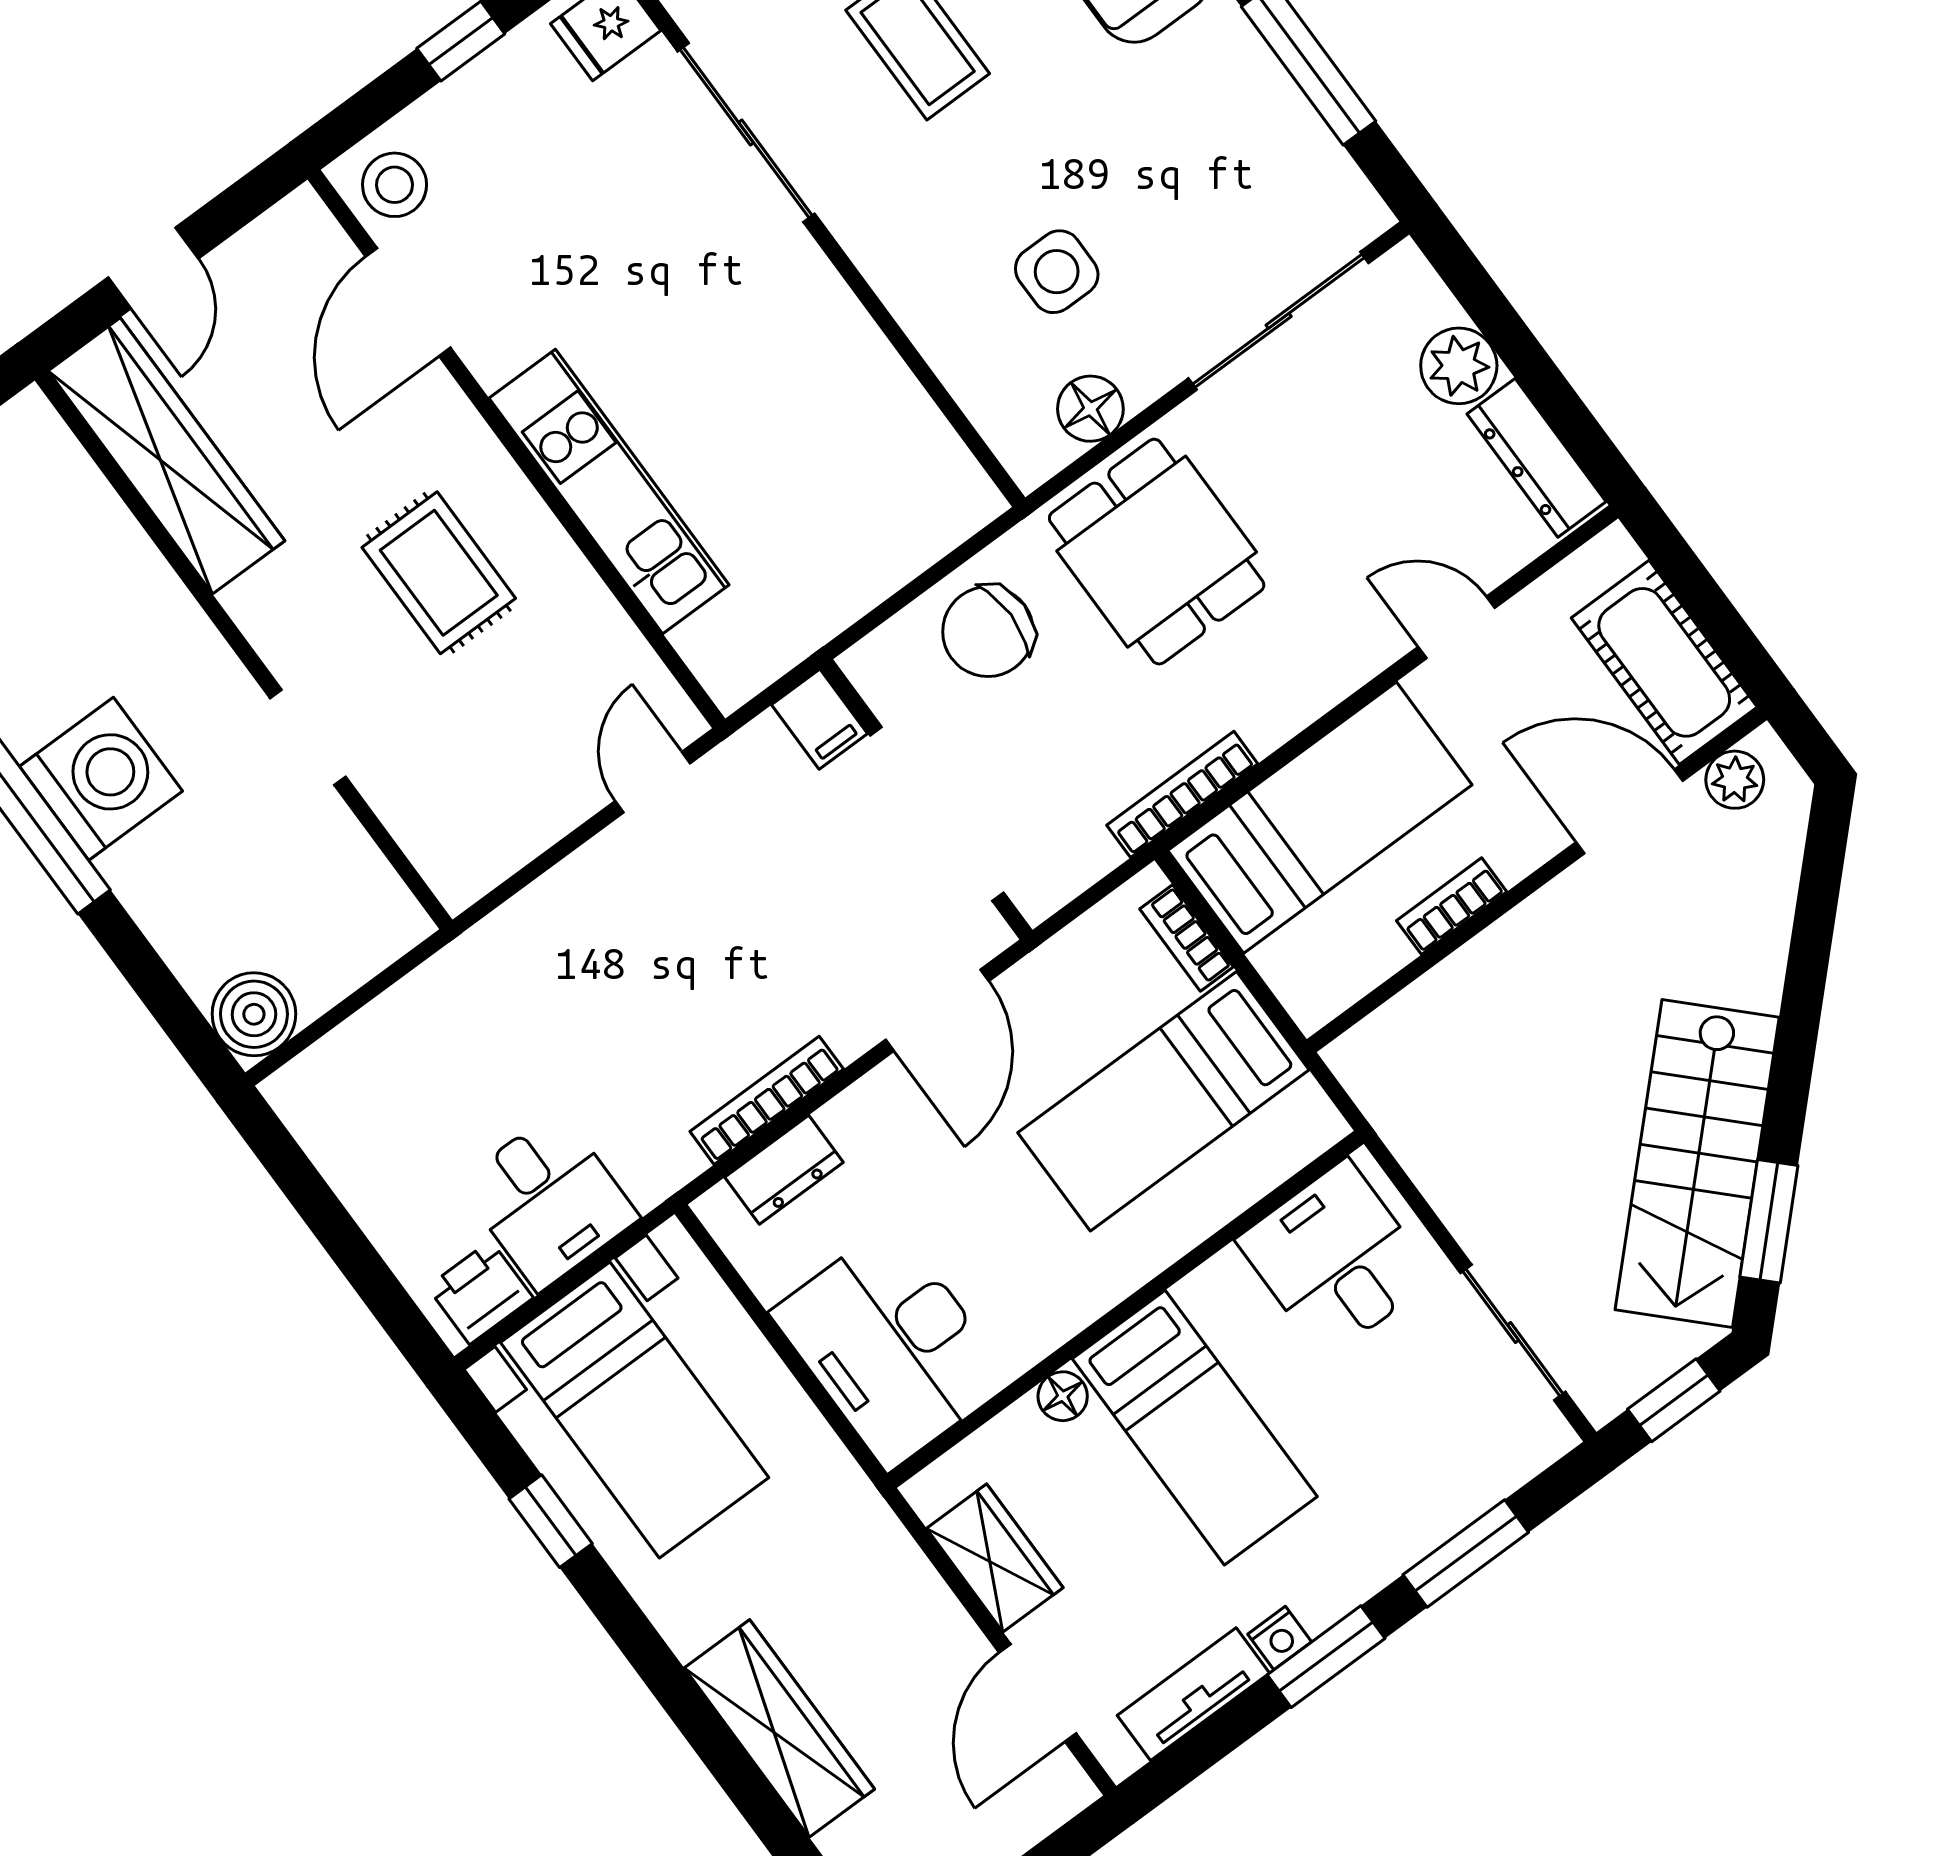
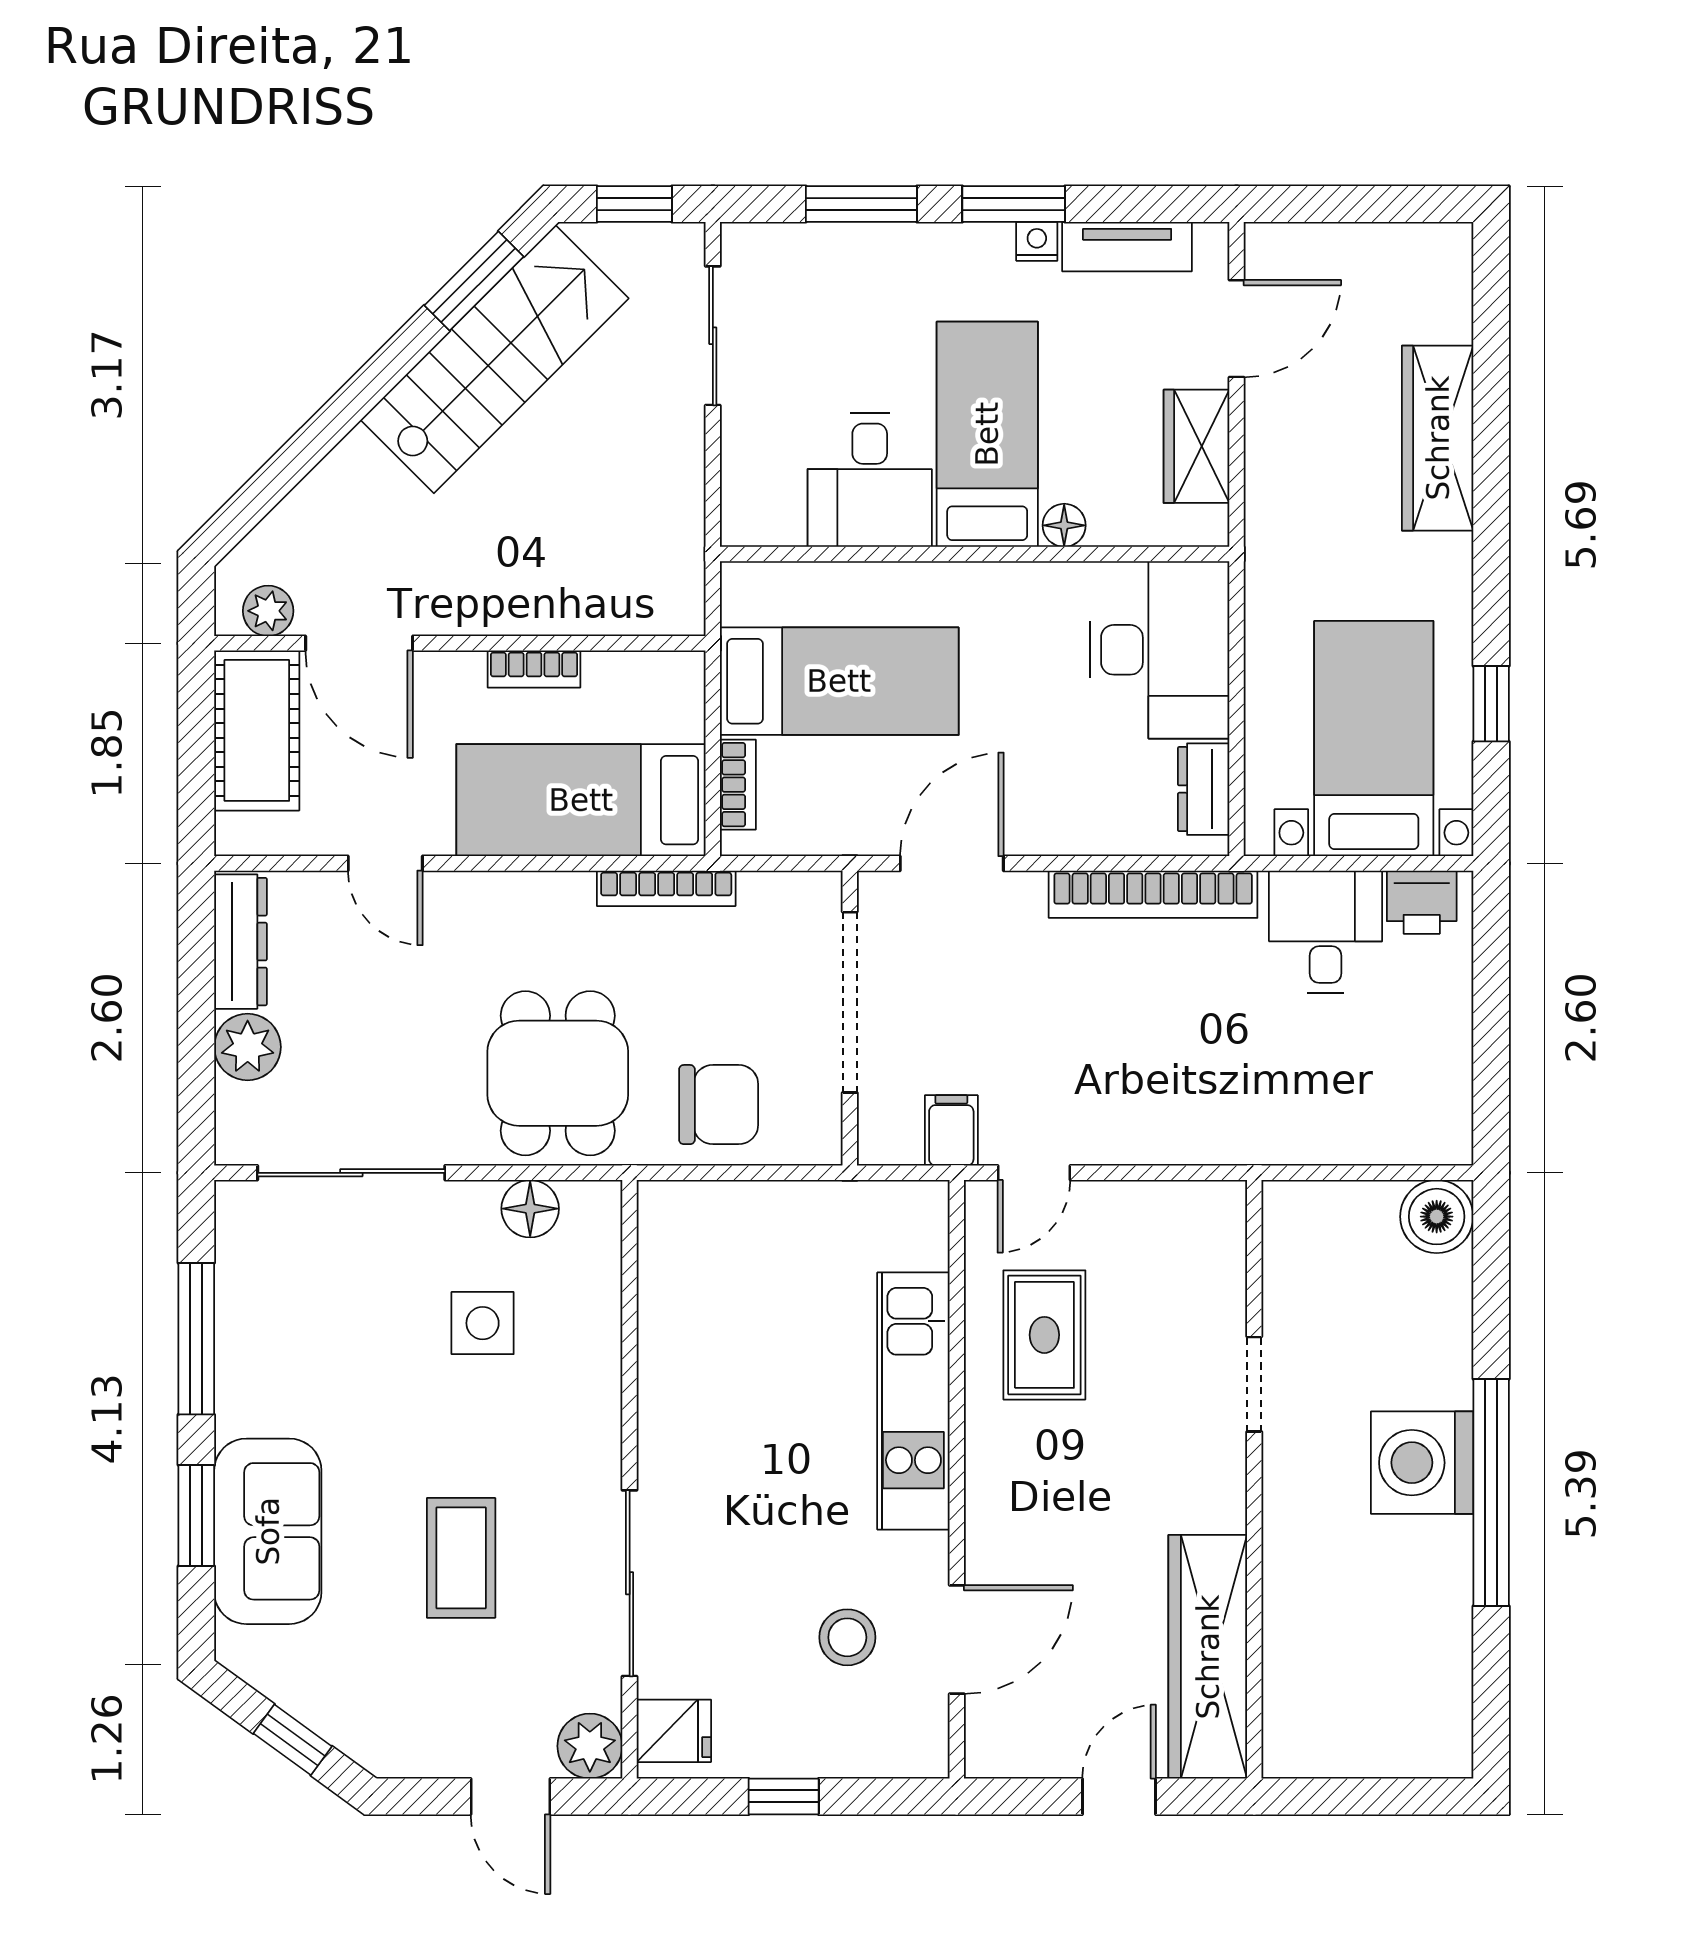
stool: (395, 185) -> (847, 1637), moved
rug: (439, 573) -> (1044, 1335), moved
filing cabinet: (820, 719) -> (951, 1130), moved
bookcase: (767, 1100) -> (1153, 894), width x1.48, depth x1.31
dresser: (784, 1170) -> (1204, 789), moved, turned -90
desk: (1336, 1259) -> (870, 480), moved

